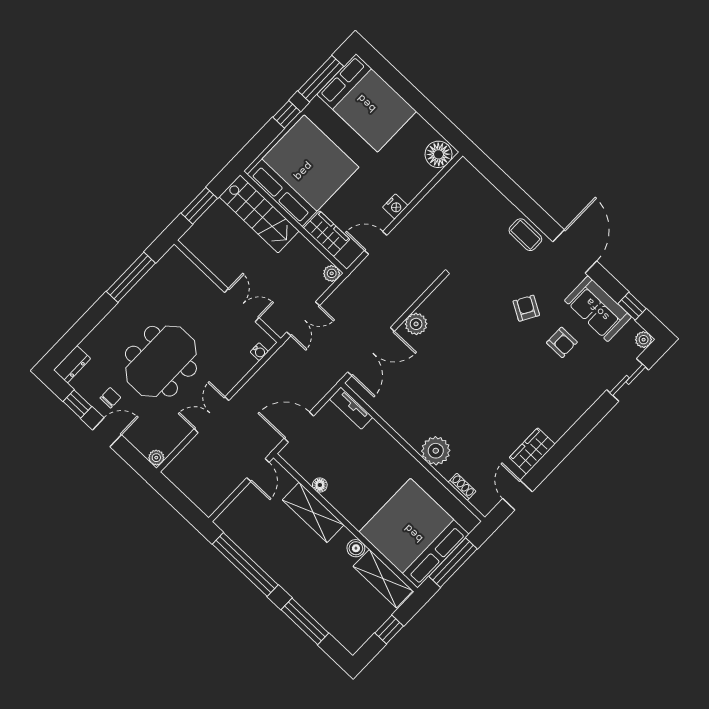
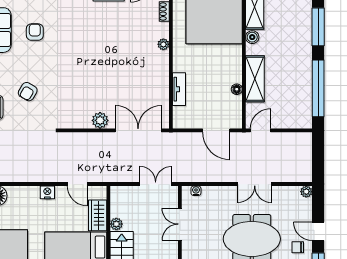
plant: (332, 273) -> (116, 224), moved
armchair: (526, 308) -> (28, 92), moved
tv unit: (351, 408) -> (179, 89), moved
plant: (436, 451) -> (163, 44), width x0.53, depth x0.53

